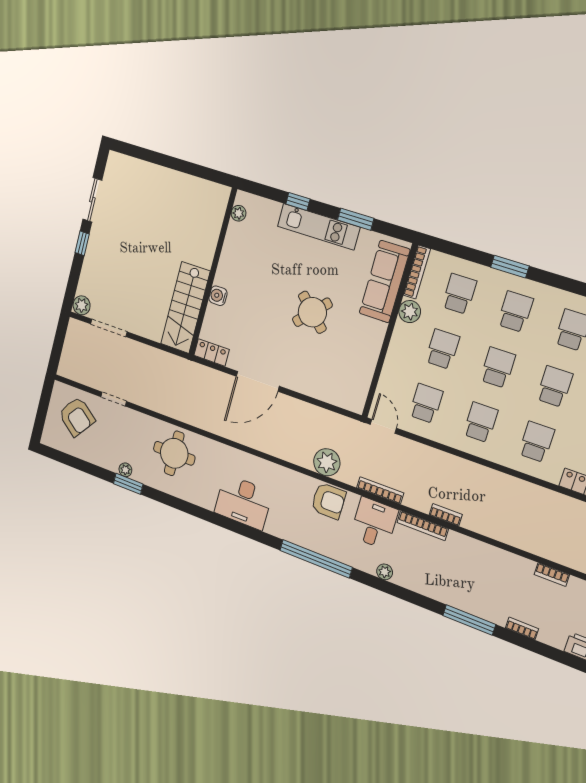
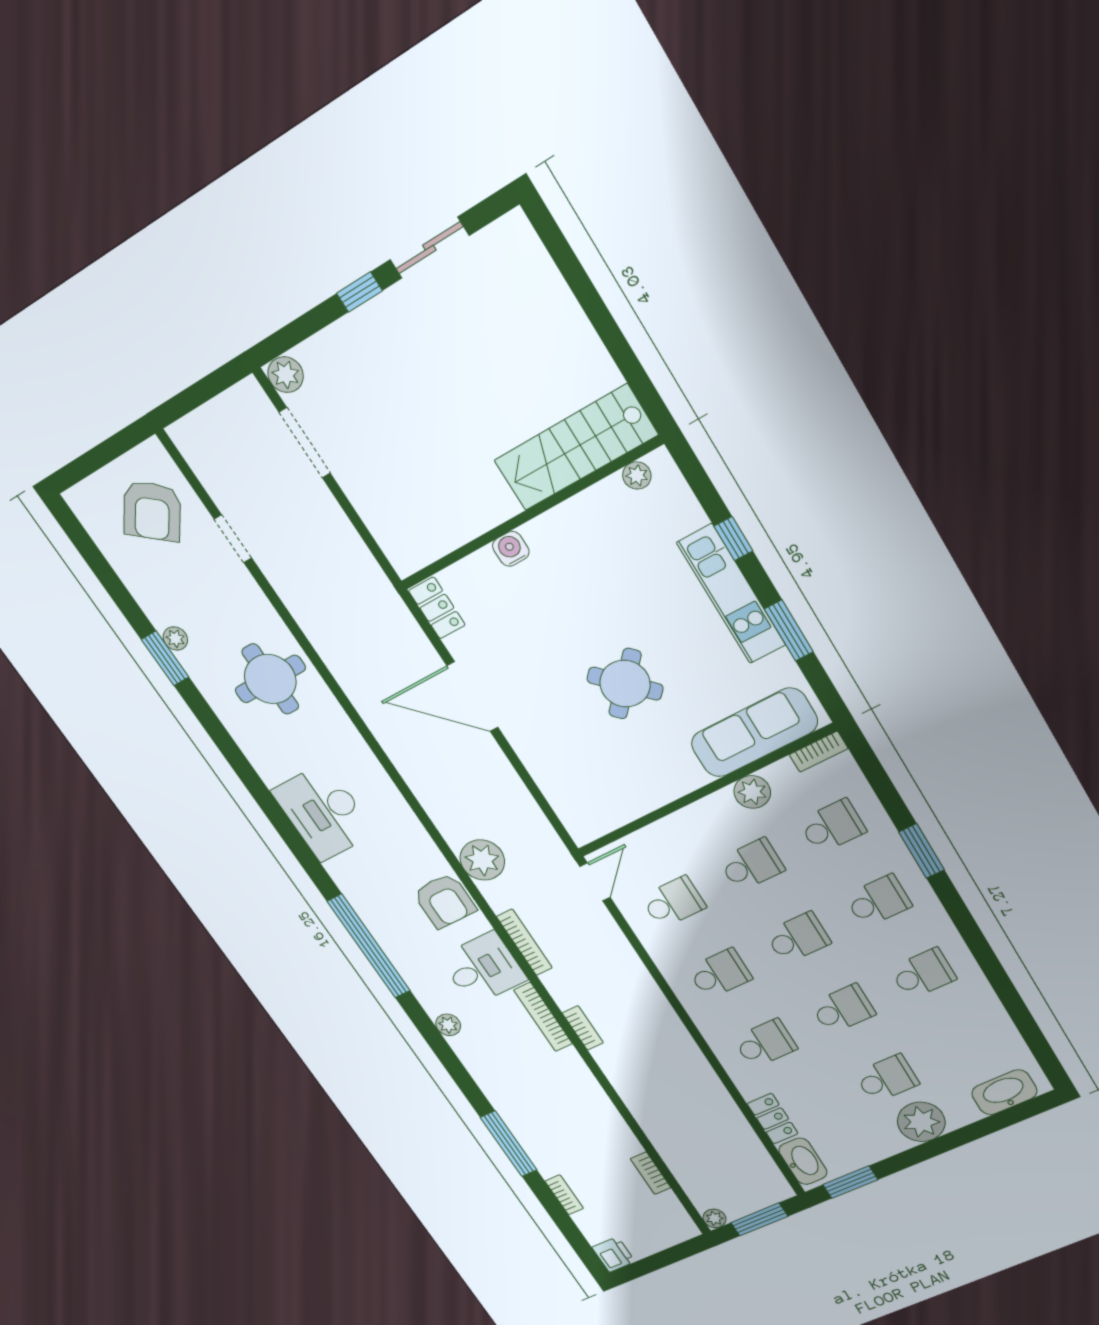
bookcase: (417, 272) -> (819, 752), width x0.64
stairs: (185, 308) -> (576, 448), moved

